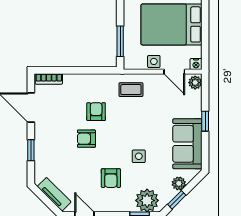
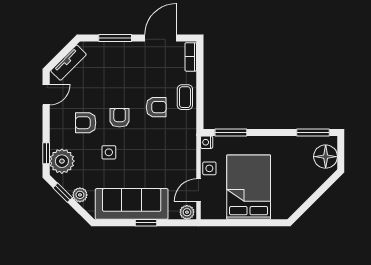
nightstand: (196, 64) -> (207, 142), moved
coffee table: (131, 90) -> (185, 97), moved
armchair: (86, 139) -> (120, 118), moved
sofa: (187, 144) -> (132, 204), width x1.36
window: (31, 150) -> (115, 38), width x1.50

